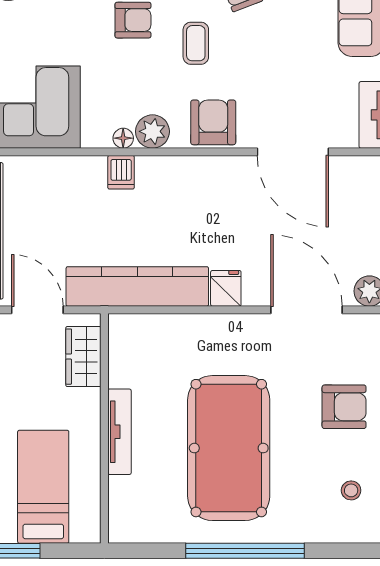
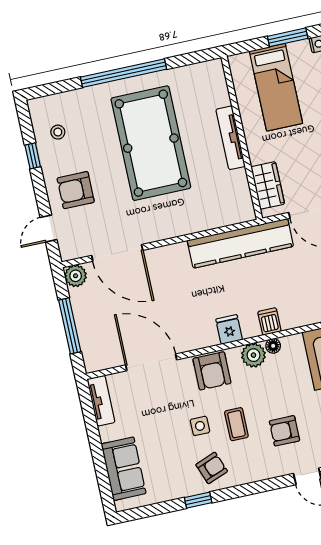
side table: (246, 52) -> (200, 426), added
fridge: (226, 288) -> (229, 329), moved, turned 180

